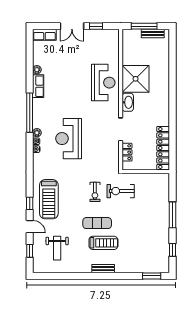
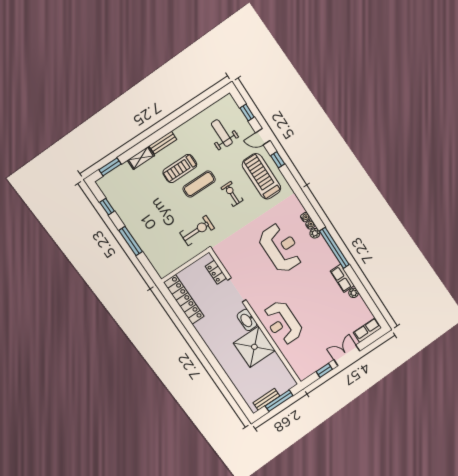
exercise bike: (95, 192) -> (232, 194), moved
shelving: (126, 268) -> (141, 158), added

